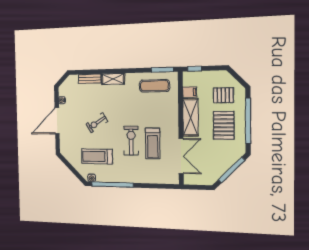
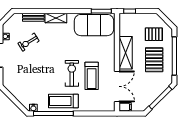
exercise mat: (154, 86) -> (94, 25), width x2.00, depth x1.45
filing cabinet: (190, 92) -> (125, 107), moved
exercise bike: (97, 123) -> (29, 42), moved
treadmill: (97, 156) -> (63, 101), moved

